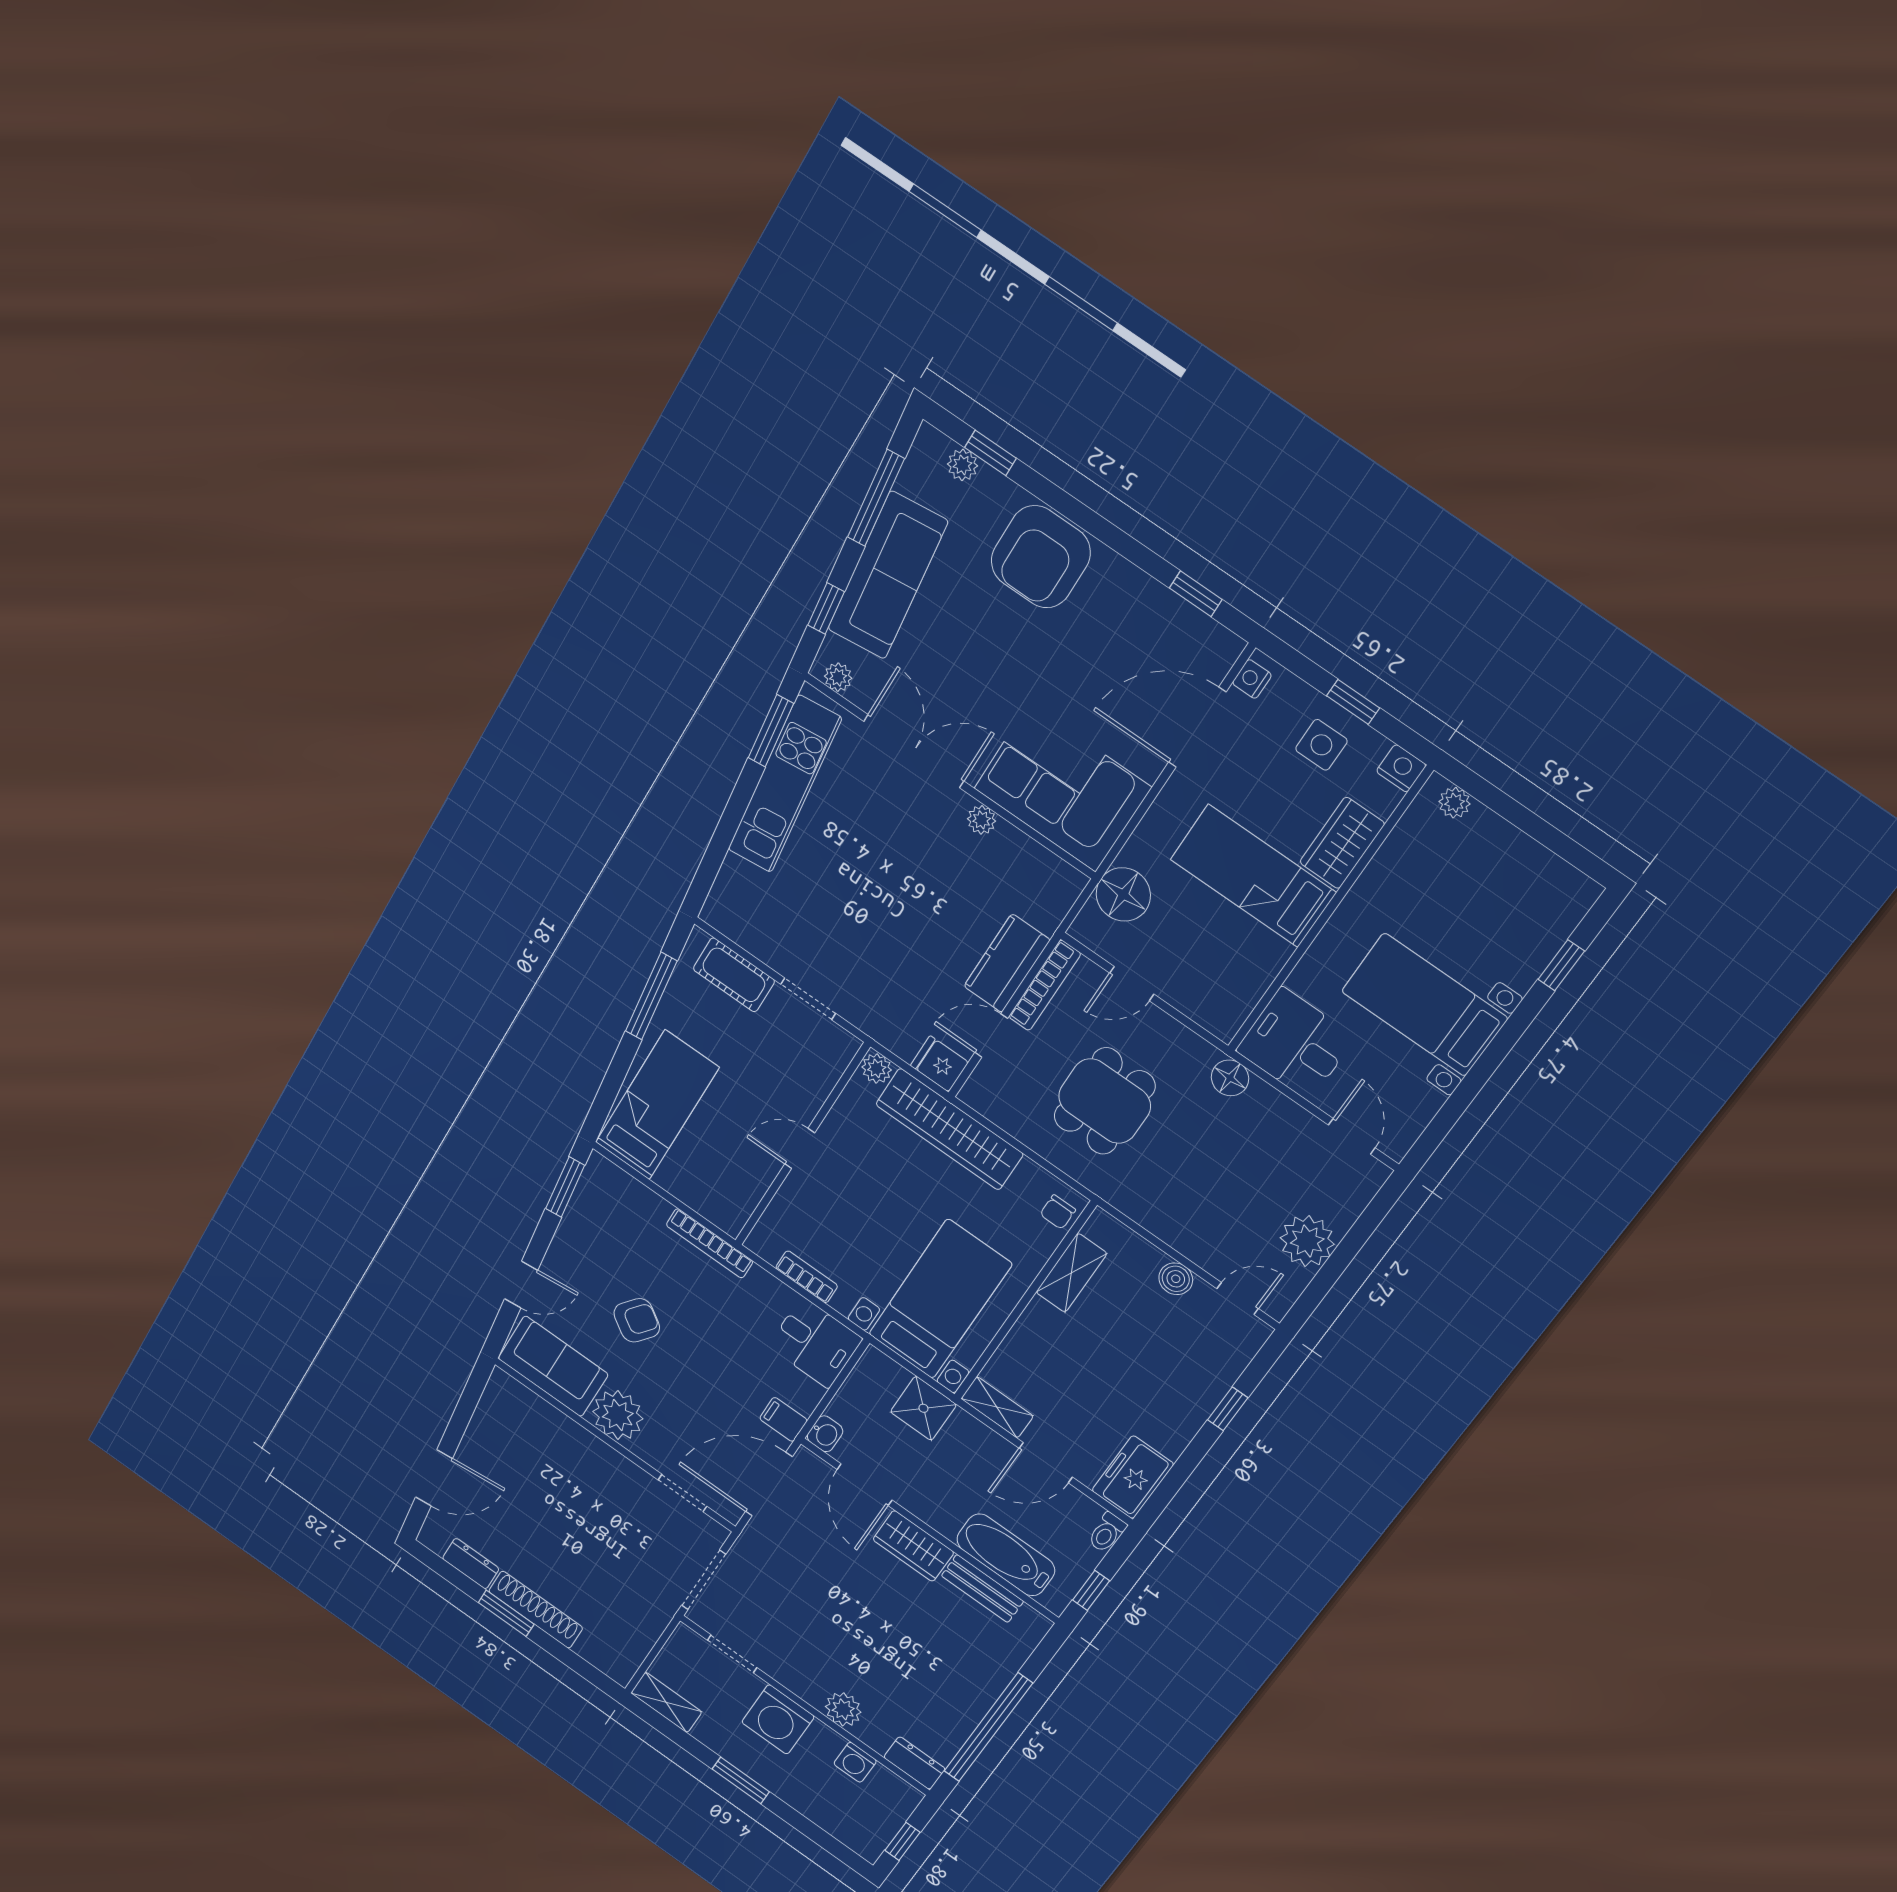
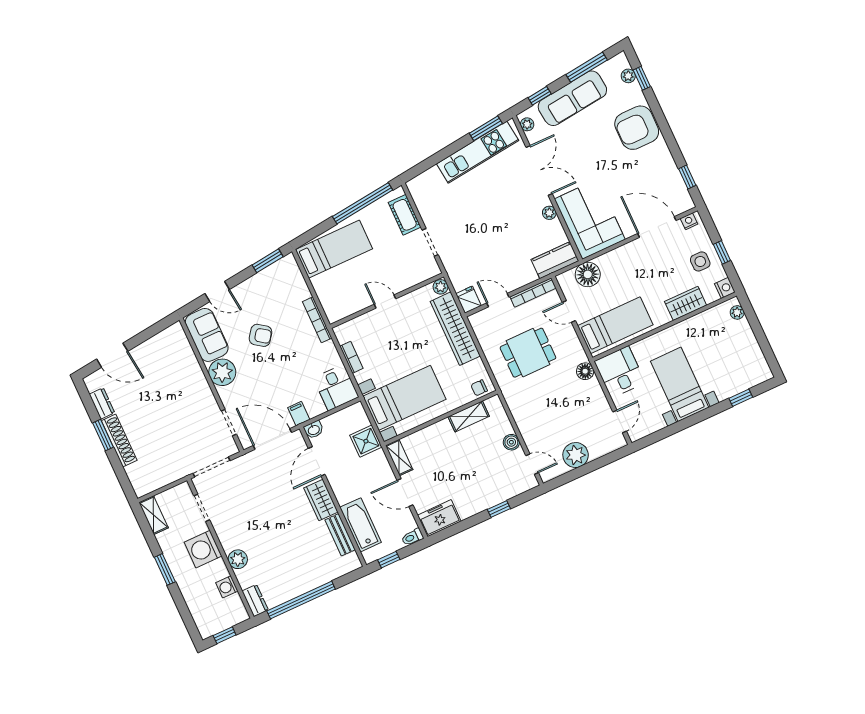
bed: (1253, 876) -> (615, 325), moved, turned 90
kitchen counter: (1007, 963) -> (555, 260), moved
window: (651, 996) -> (363, 203), width x1.46

